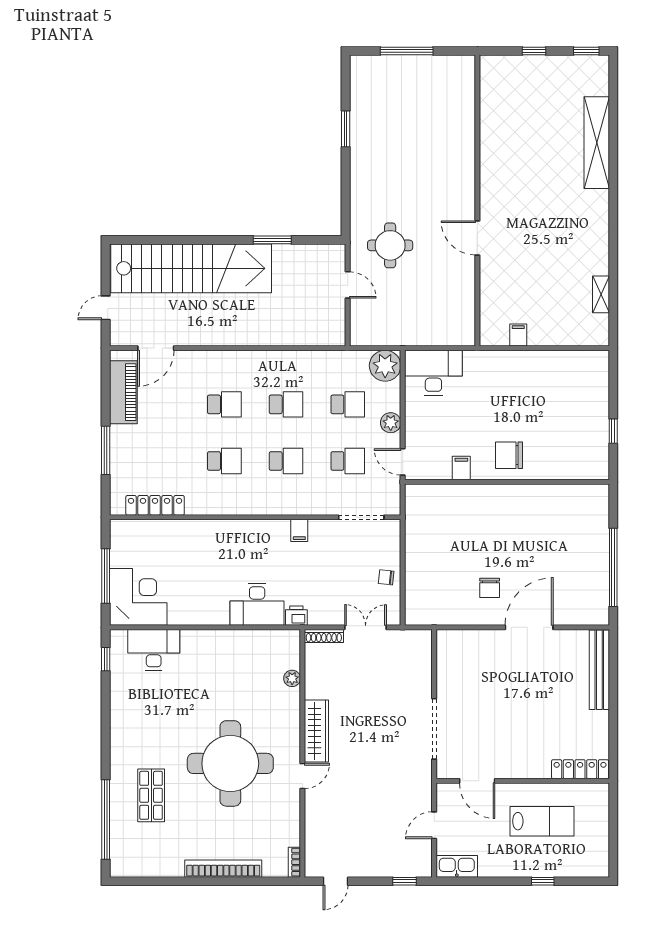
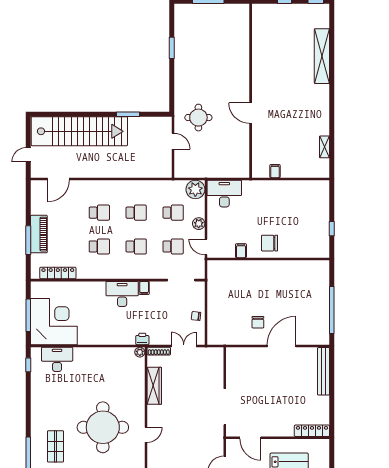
piano: (123, 392) -> (39, 234), moved
corner desk: (138, 597) -> (54, 322), width x1.36, depth x1.36
desk: (257, 604) -> (122, 294), moved, turned 180
plant: (292, 678) -> (140, 352), moved
wardrobe: (316, 731) -> (154, 386), moved

